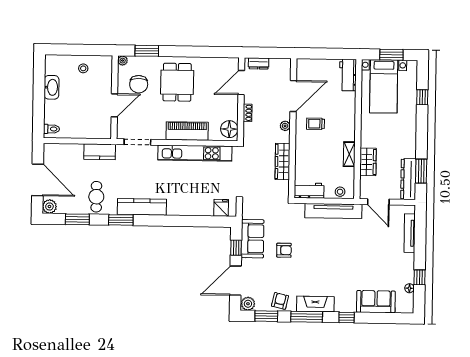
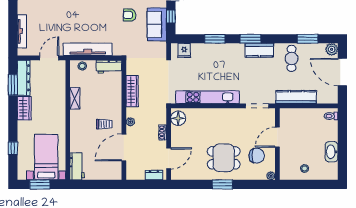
window: (147, 51) -> (222, 184), moved
dining table: (177, 82) -> (224, 158), turned 90
chair: (139, 84) -> (257, 156), turned 90
piano: (187, 131) -> (214, 116), removed
kitchen counter: (100, 152) -> (296, 97), width x1.50
wardrobe: (368, 162) -> (24, 108), moved, turned 180
door: (378, 202) -> (49, 58), hinge flipped
kitchen counter: (142, 207) -> (259, 50), width x0.67
window: (121, 220) -> (251, 39), moved
window: (185, 221) -> (215, 39), added

